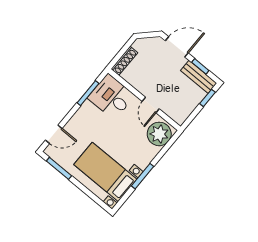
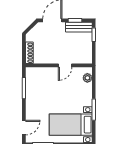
desk: (111, 97) -> (39, 79), removed
door: (151, 105) -> (65, 65), hinge flipped
plant: (159, 134) -> (87, 78), width x0.53, depth x0.53

